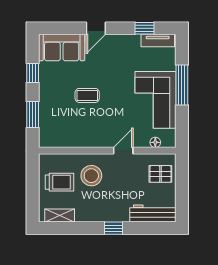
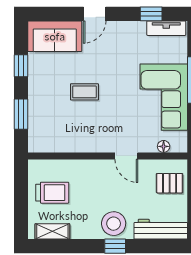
door: (123, 151) -> (126, 156), swing flipped
stool: (91, 176) -> (114, 224), moved

